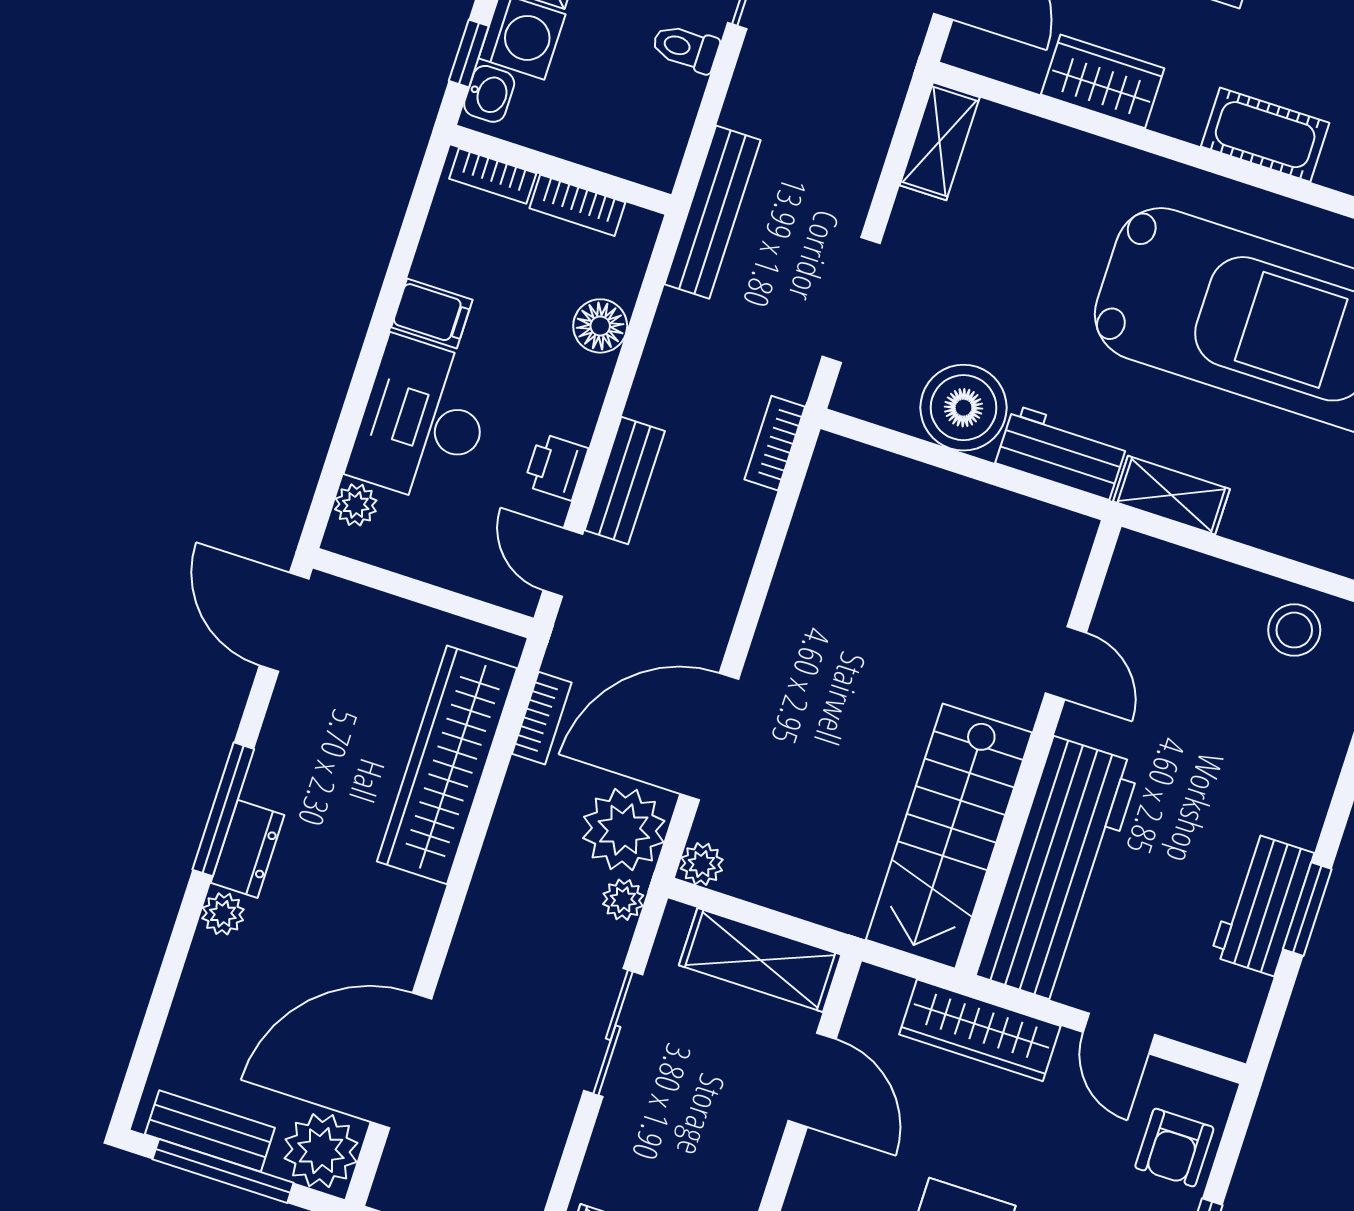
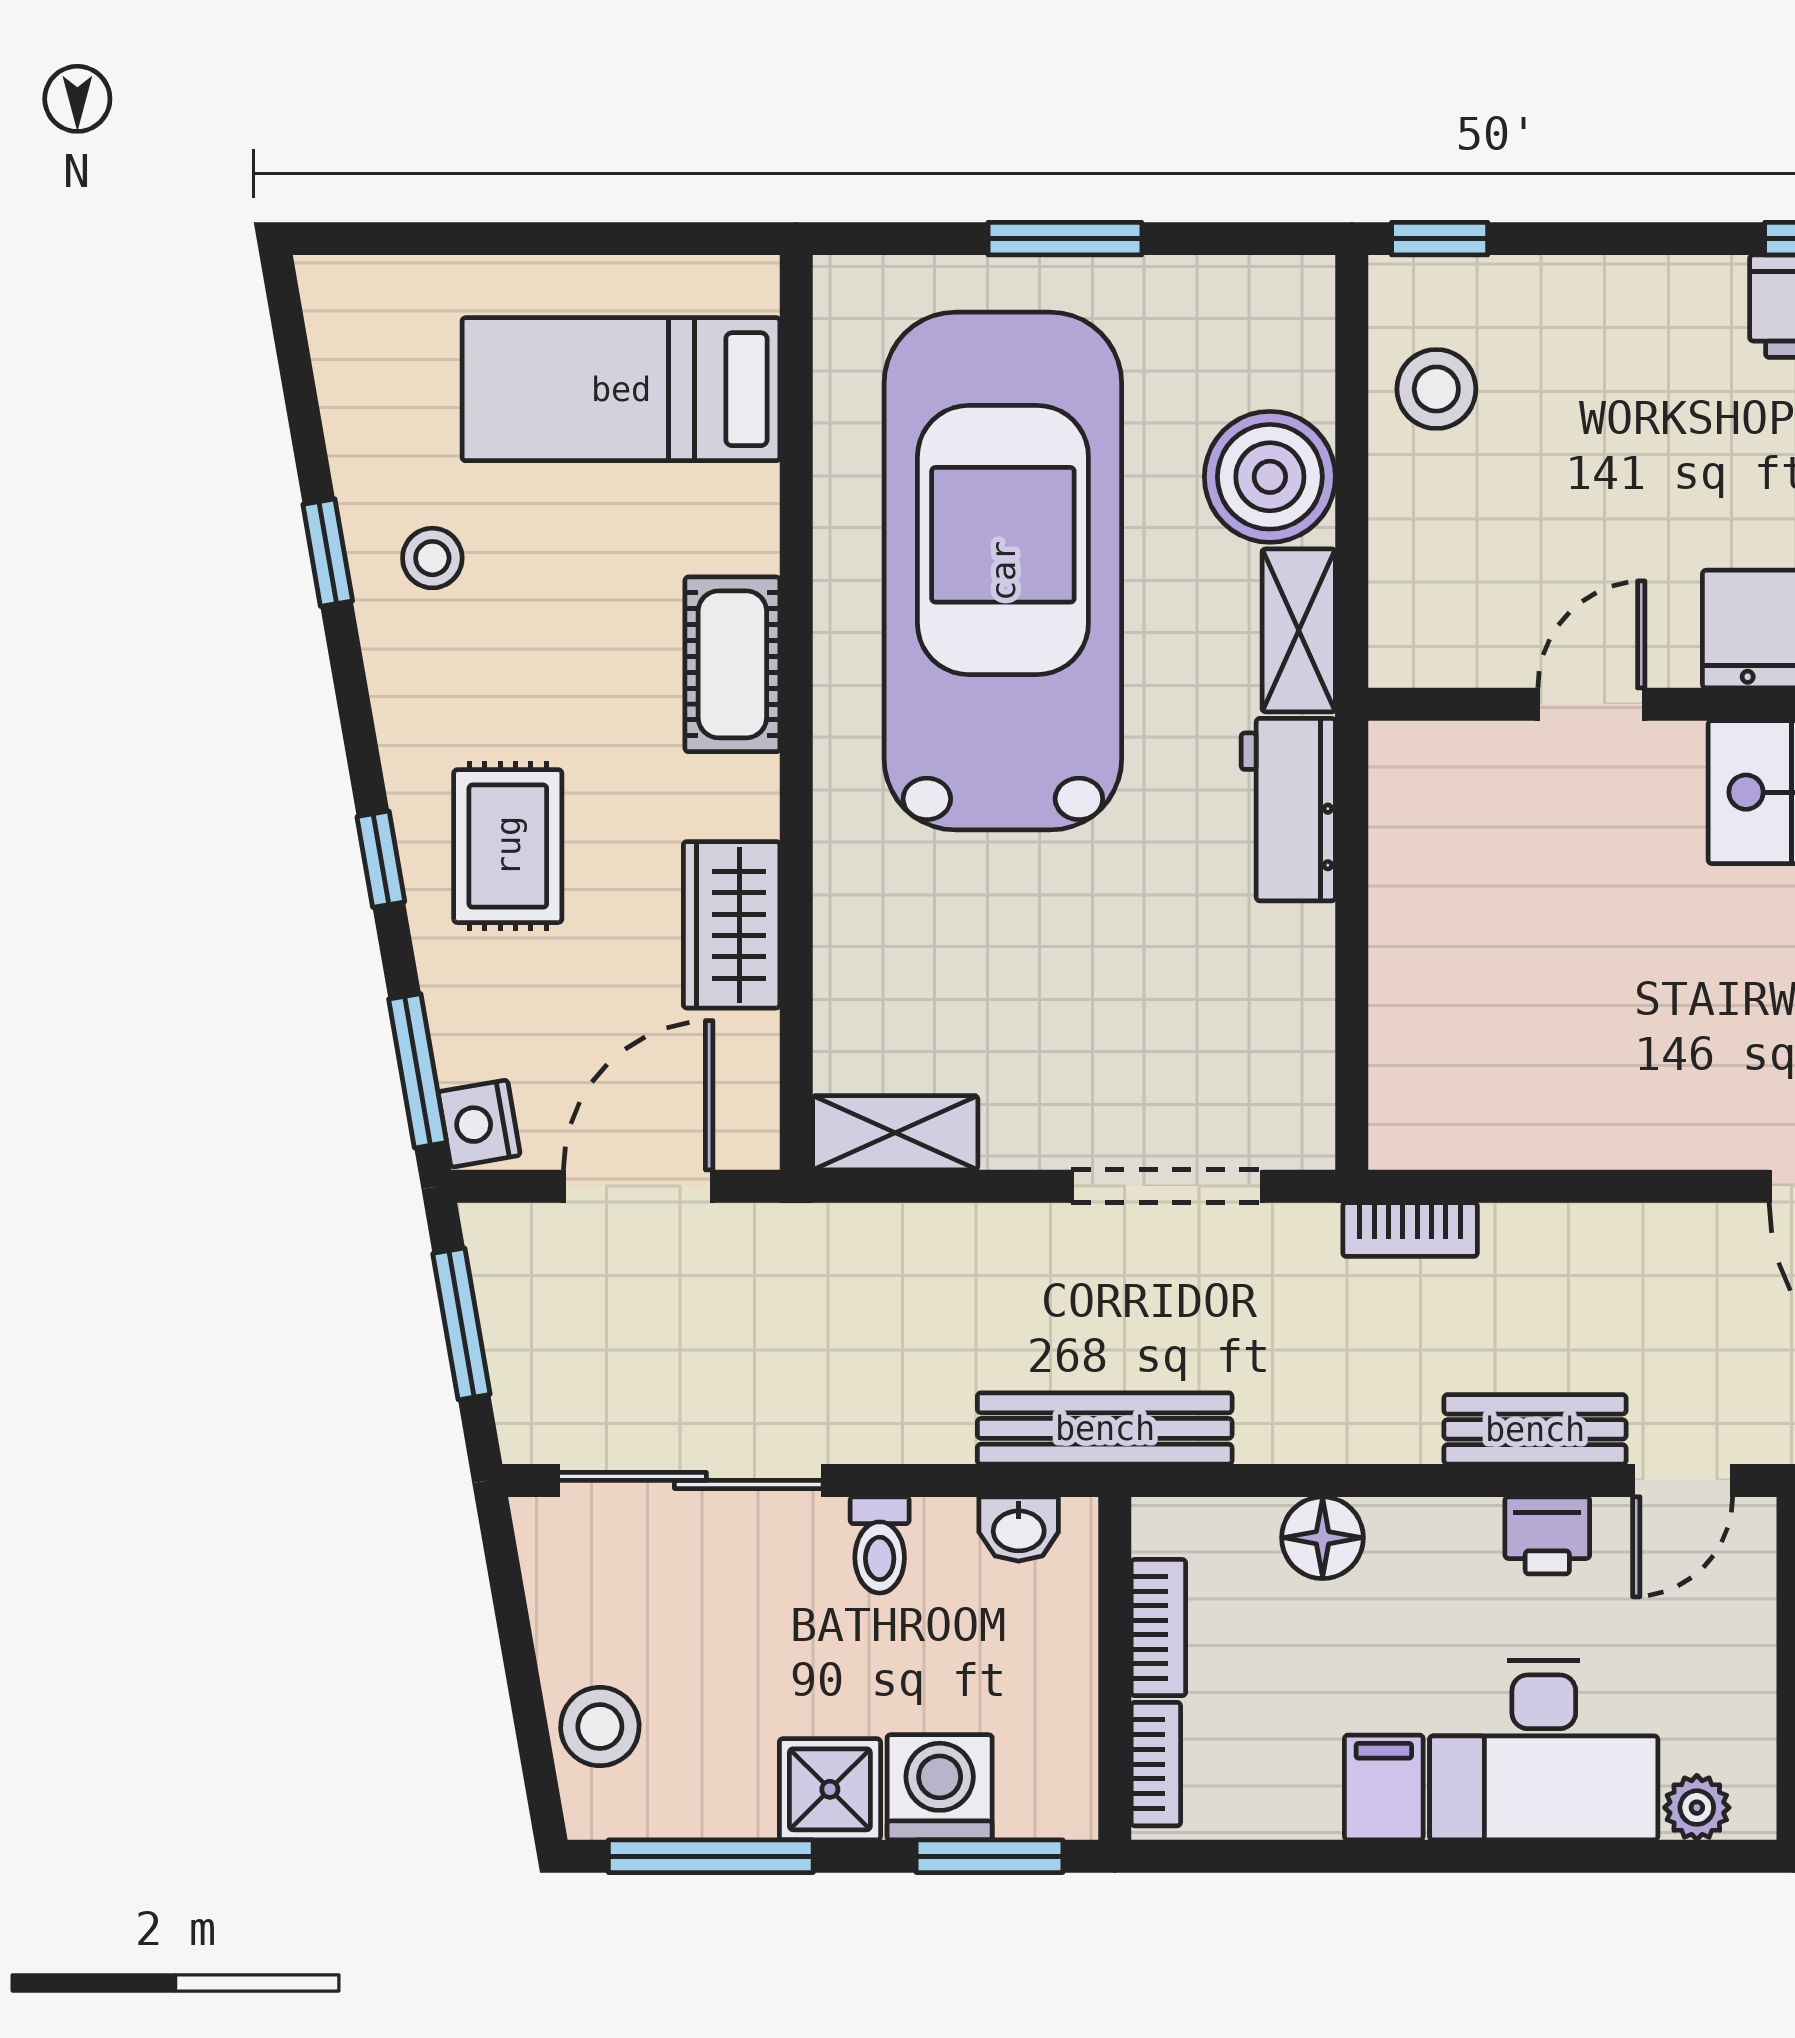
window: (469, 53) -> (990, 1856), width x1.50
washbasin: (489, 94) -> (1019, 1529), moved, turned 180
boiler: (963, 408) -> (1270, 477), moved

